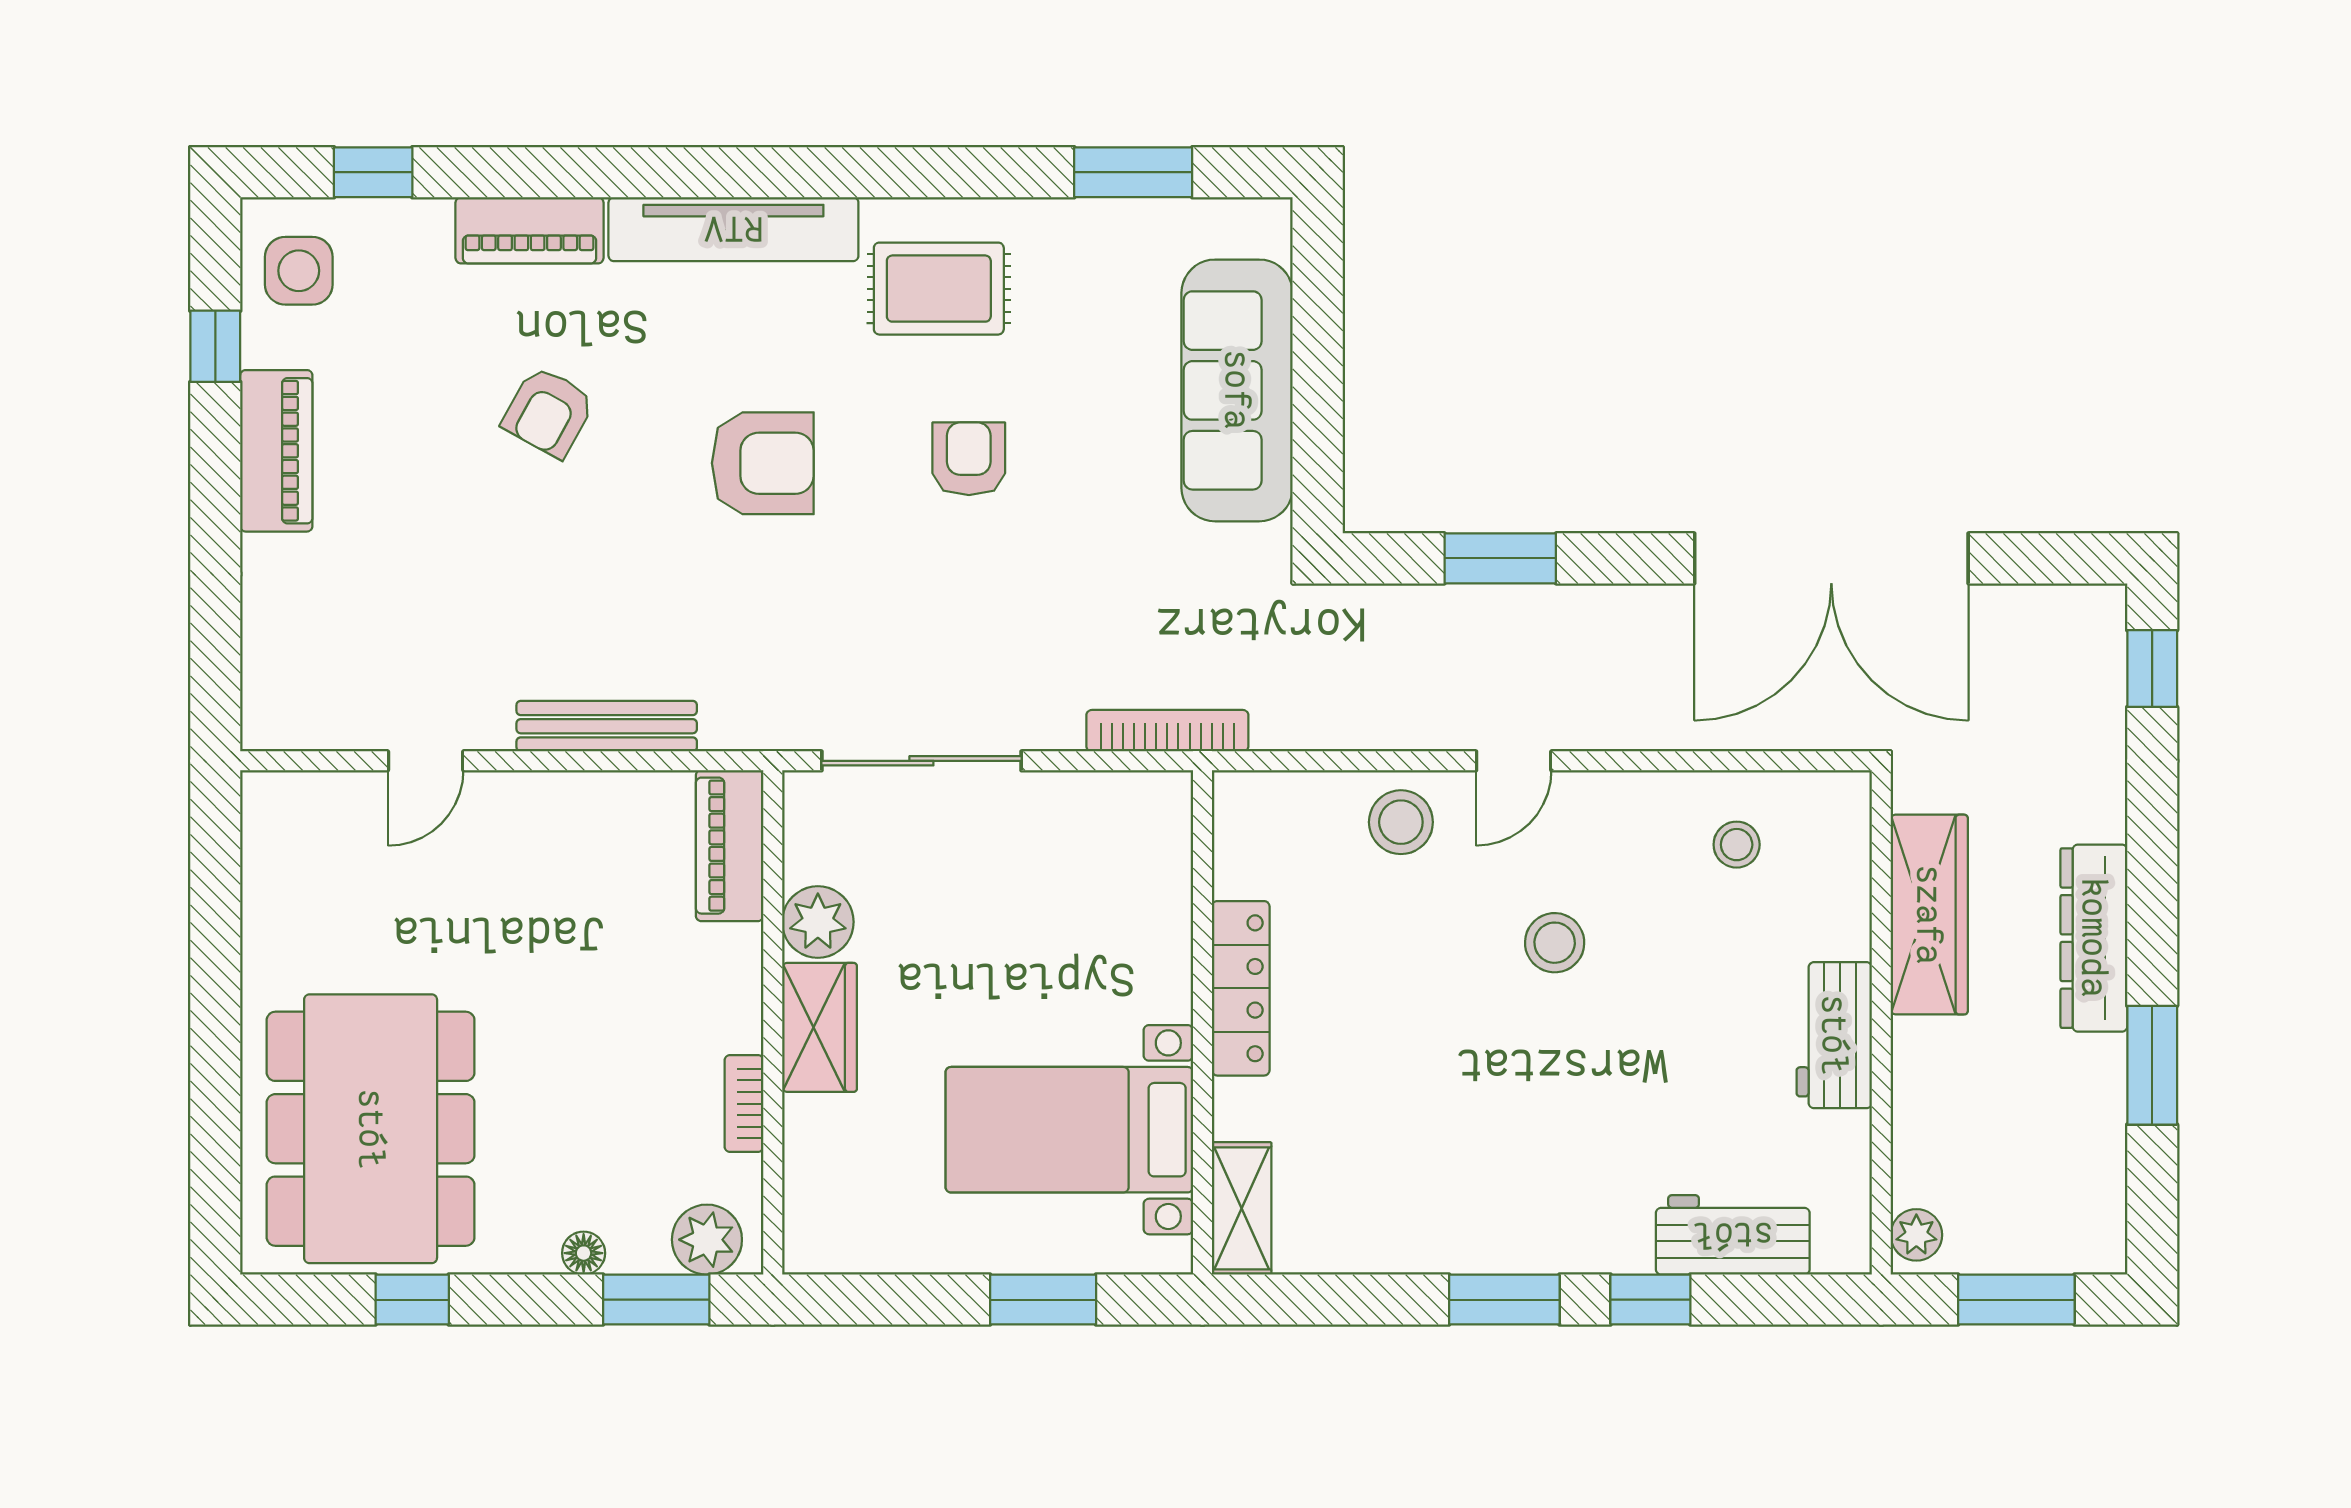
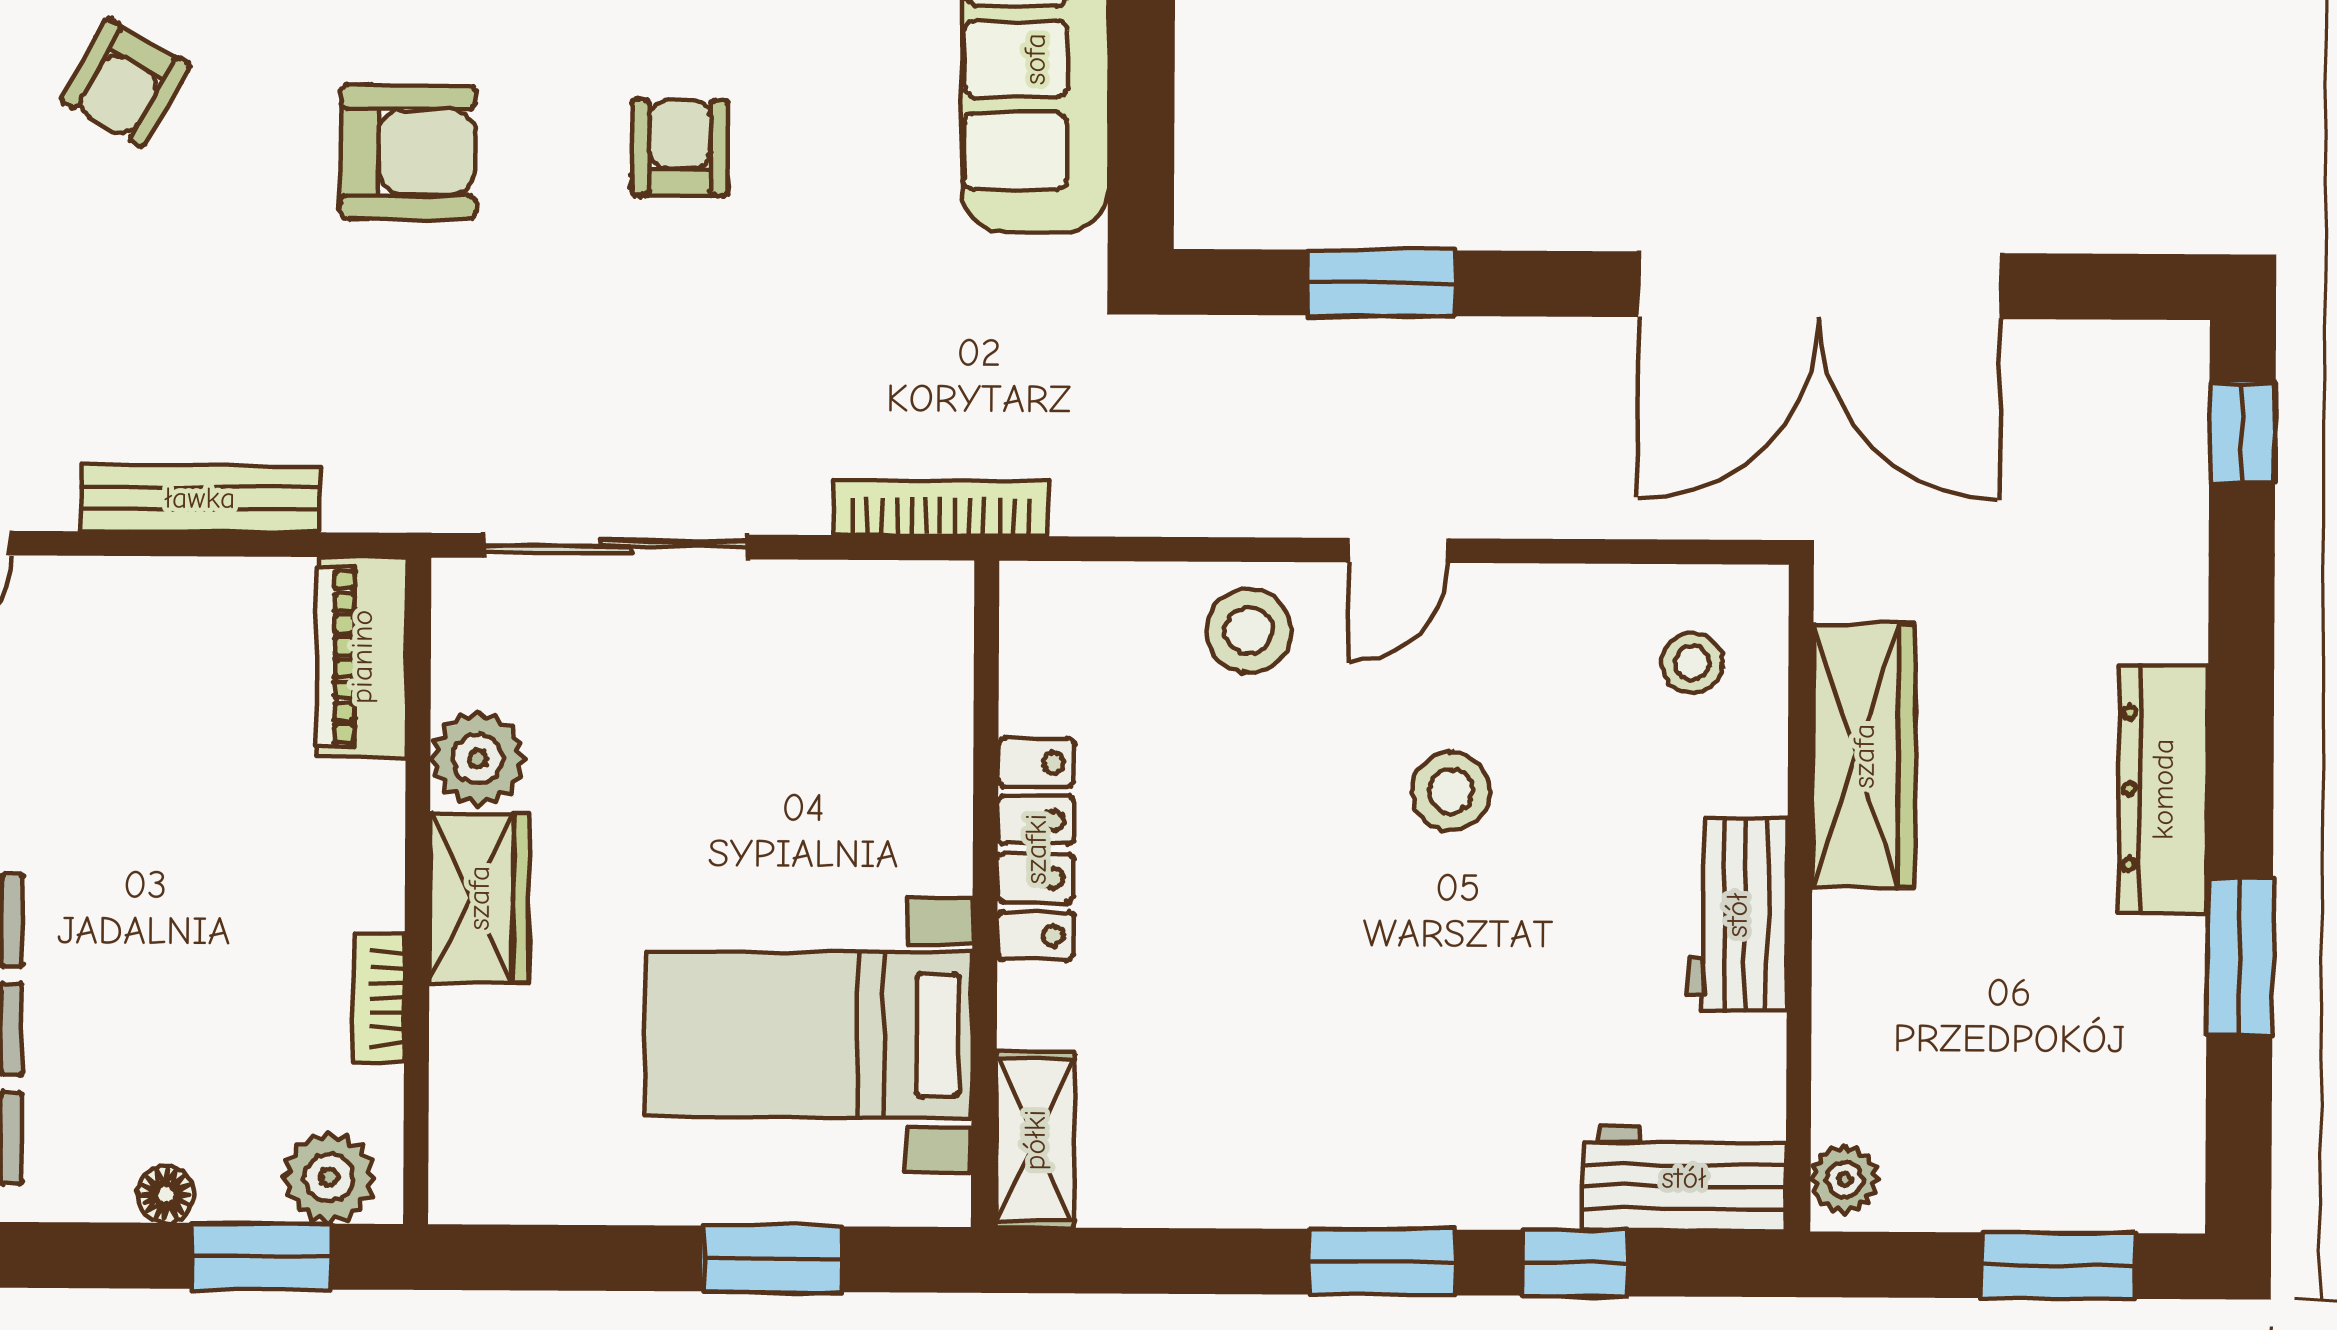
wardrobe: (1929, 915) -> (1864, 756), moved
wall: (1881, 1022) -> (1800, 898), moved
workbench: (1834, 1035) -> (1737, 915), moved
plant: (1916, 1235) -> (1845, 1179), moved

